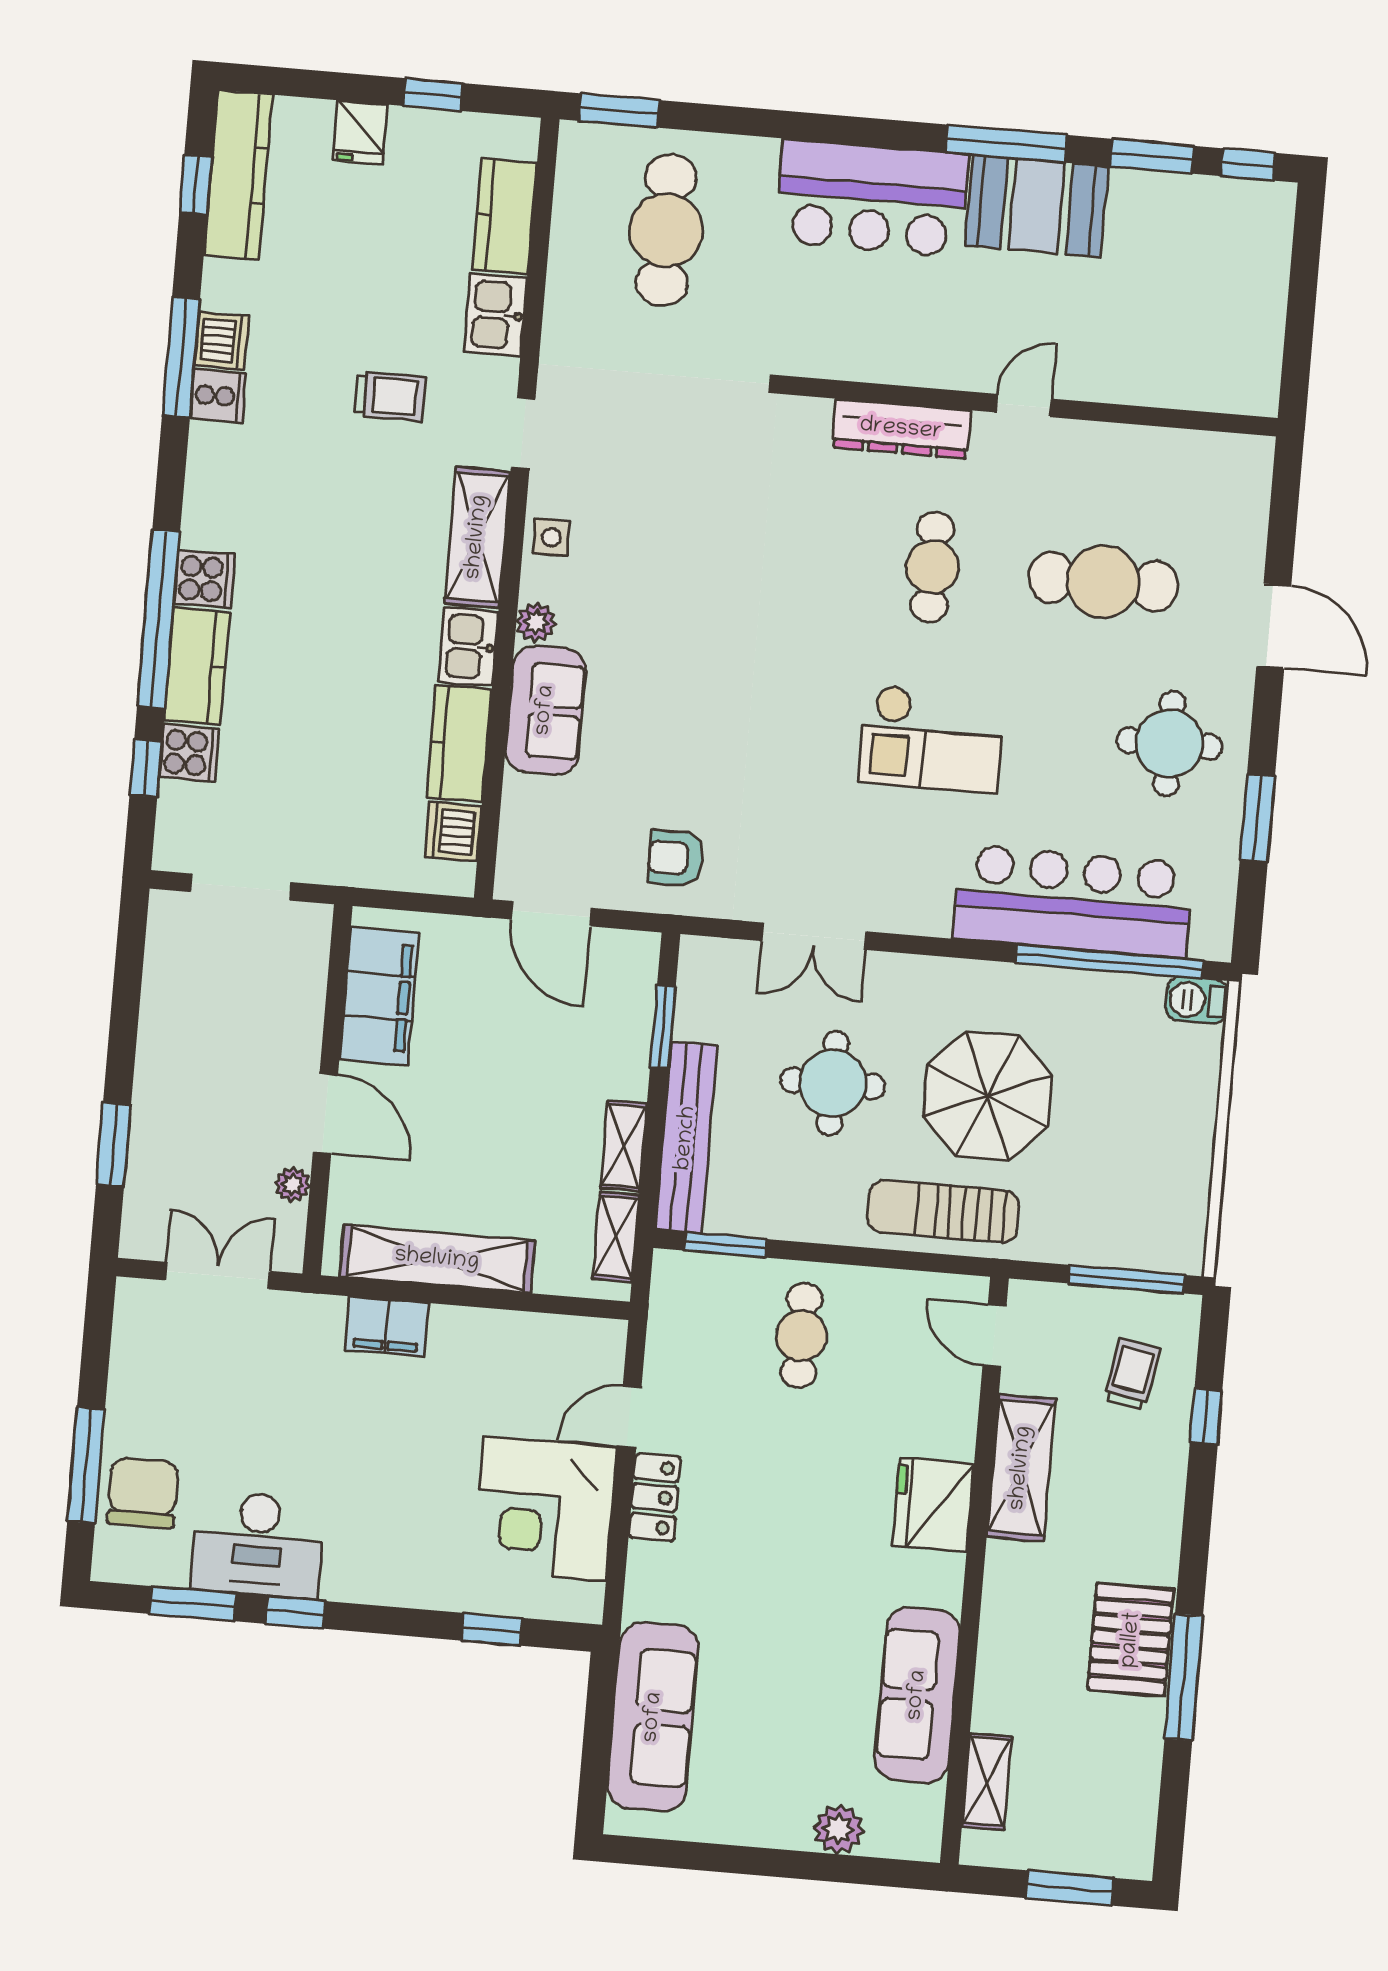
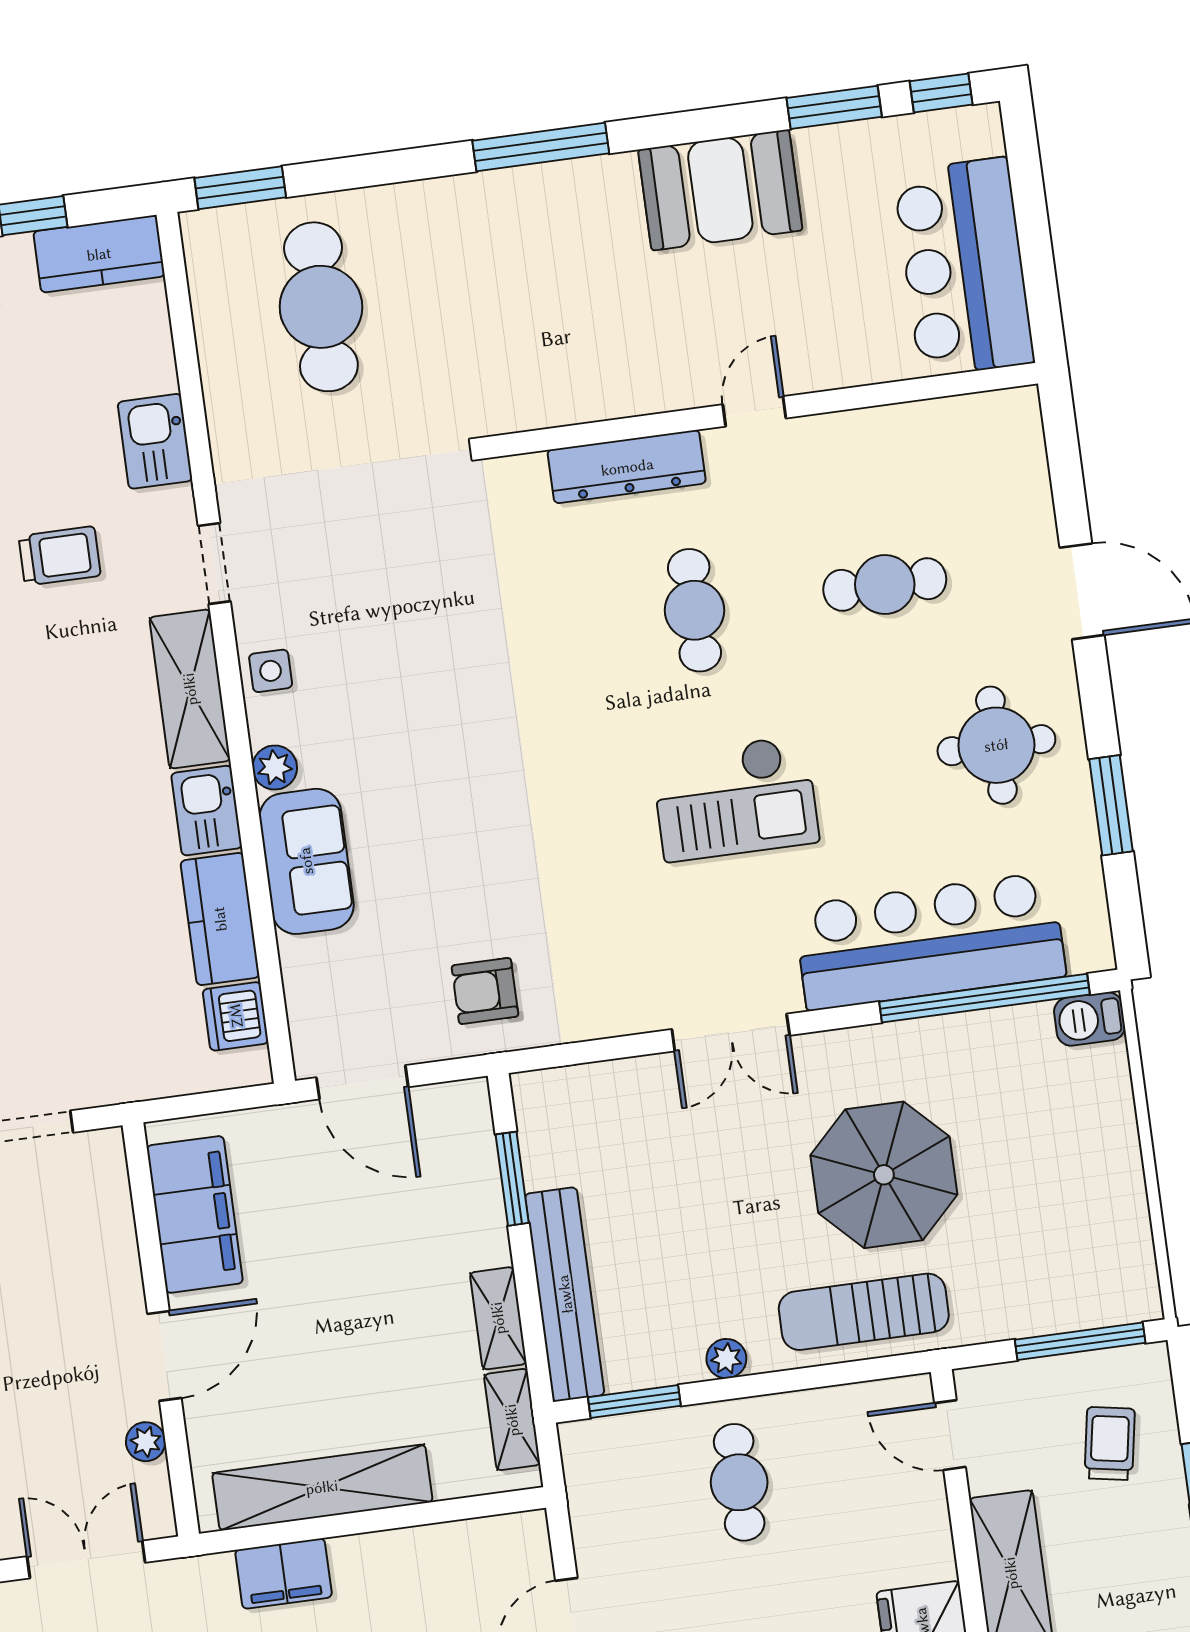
window: (1006, 144) -> (541, 147), moved
bar counter: (872, 198) -> (964, 267), moved, turned 90
kitchen counter: (505, 216) -> (99, 254), moved, turned -90
cafe table: (1103, 582) -> (885, 585), width x0.73, depth x0.74
double door: (814, 936) -> (731, 1032), moved
round table: (833, 1083) -> (712, 1199), removed
door: (325, 1114) -> (164, 1356), hinge flipped
plant: (815, 1225) -> (726, 1359), added

